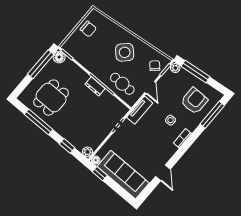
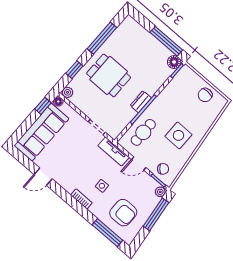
side table: (125, 52) -> (178, 135), turned 45
dining table: (51, 98) -> (109, 75), moved

